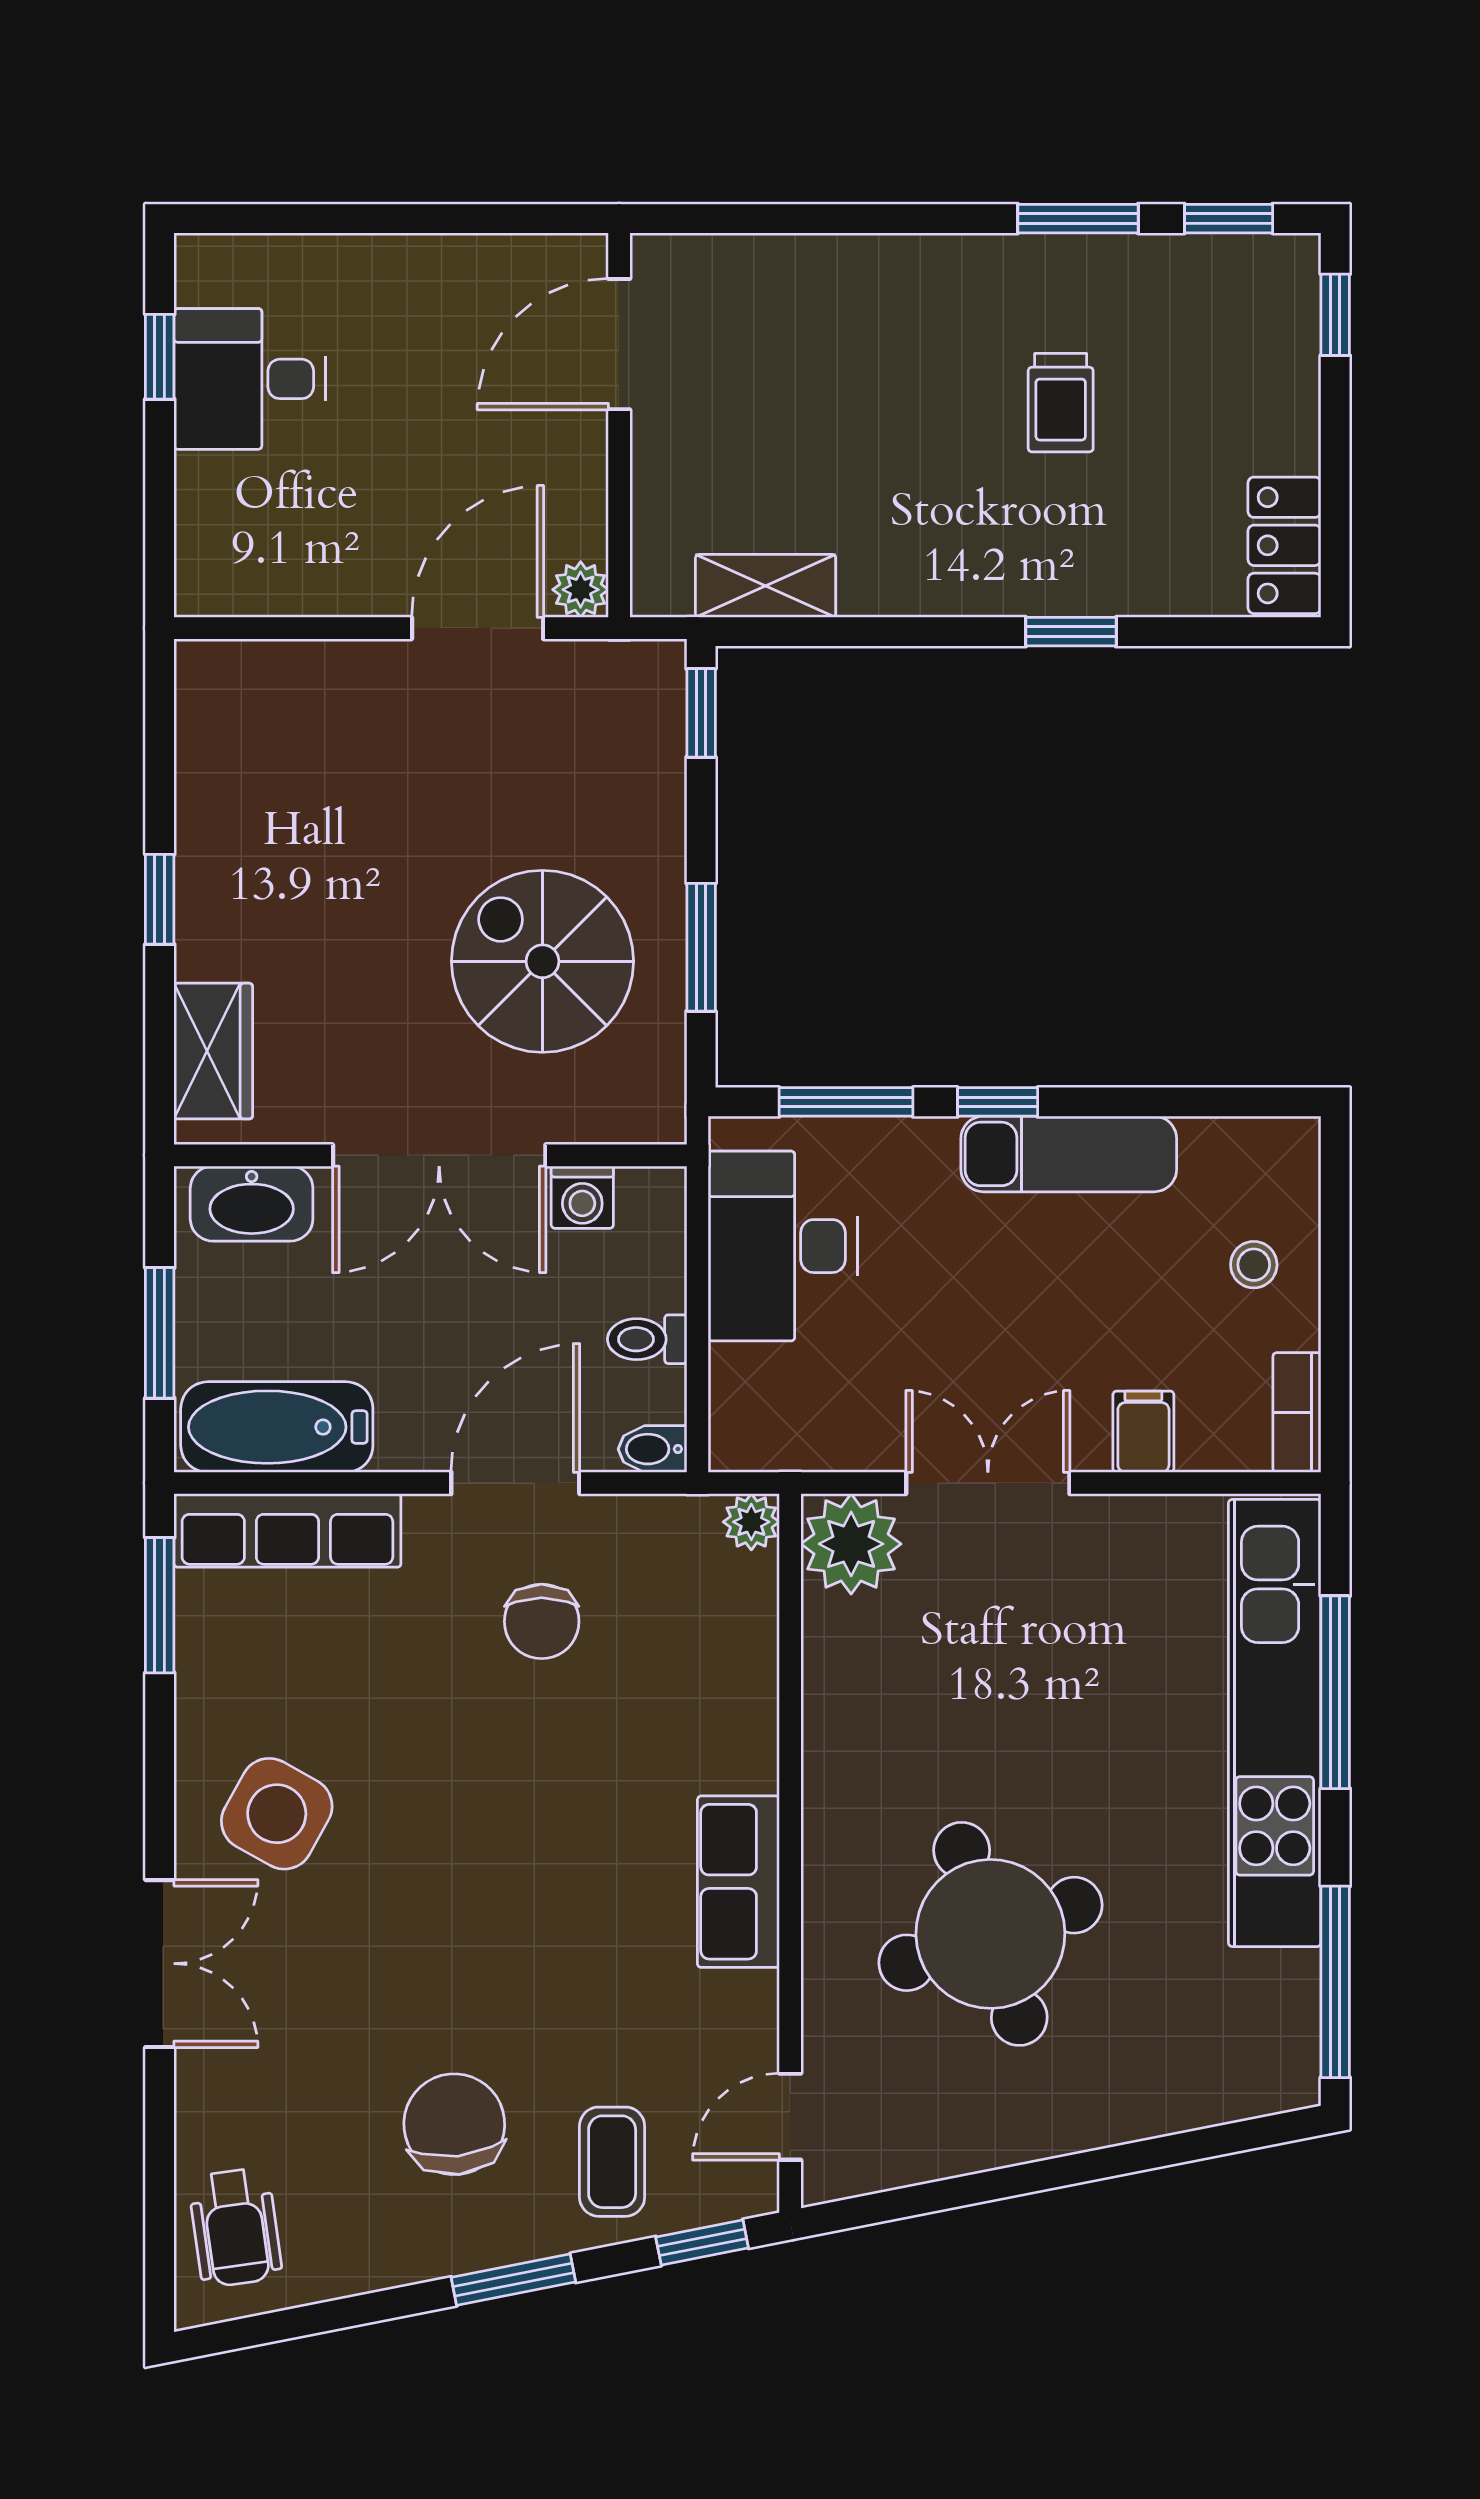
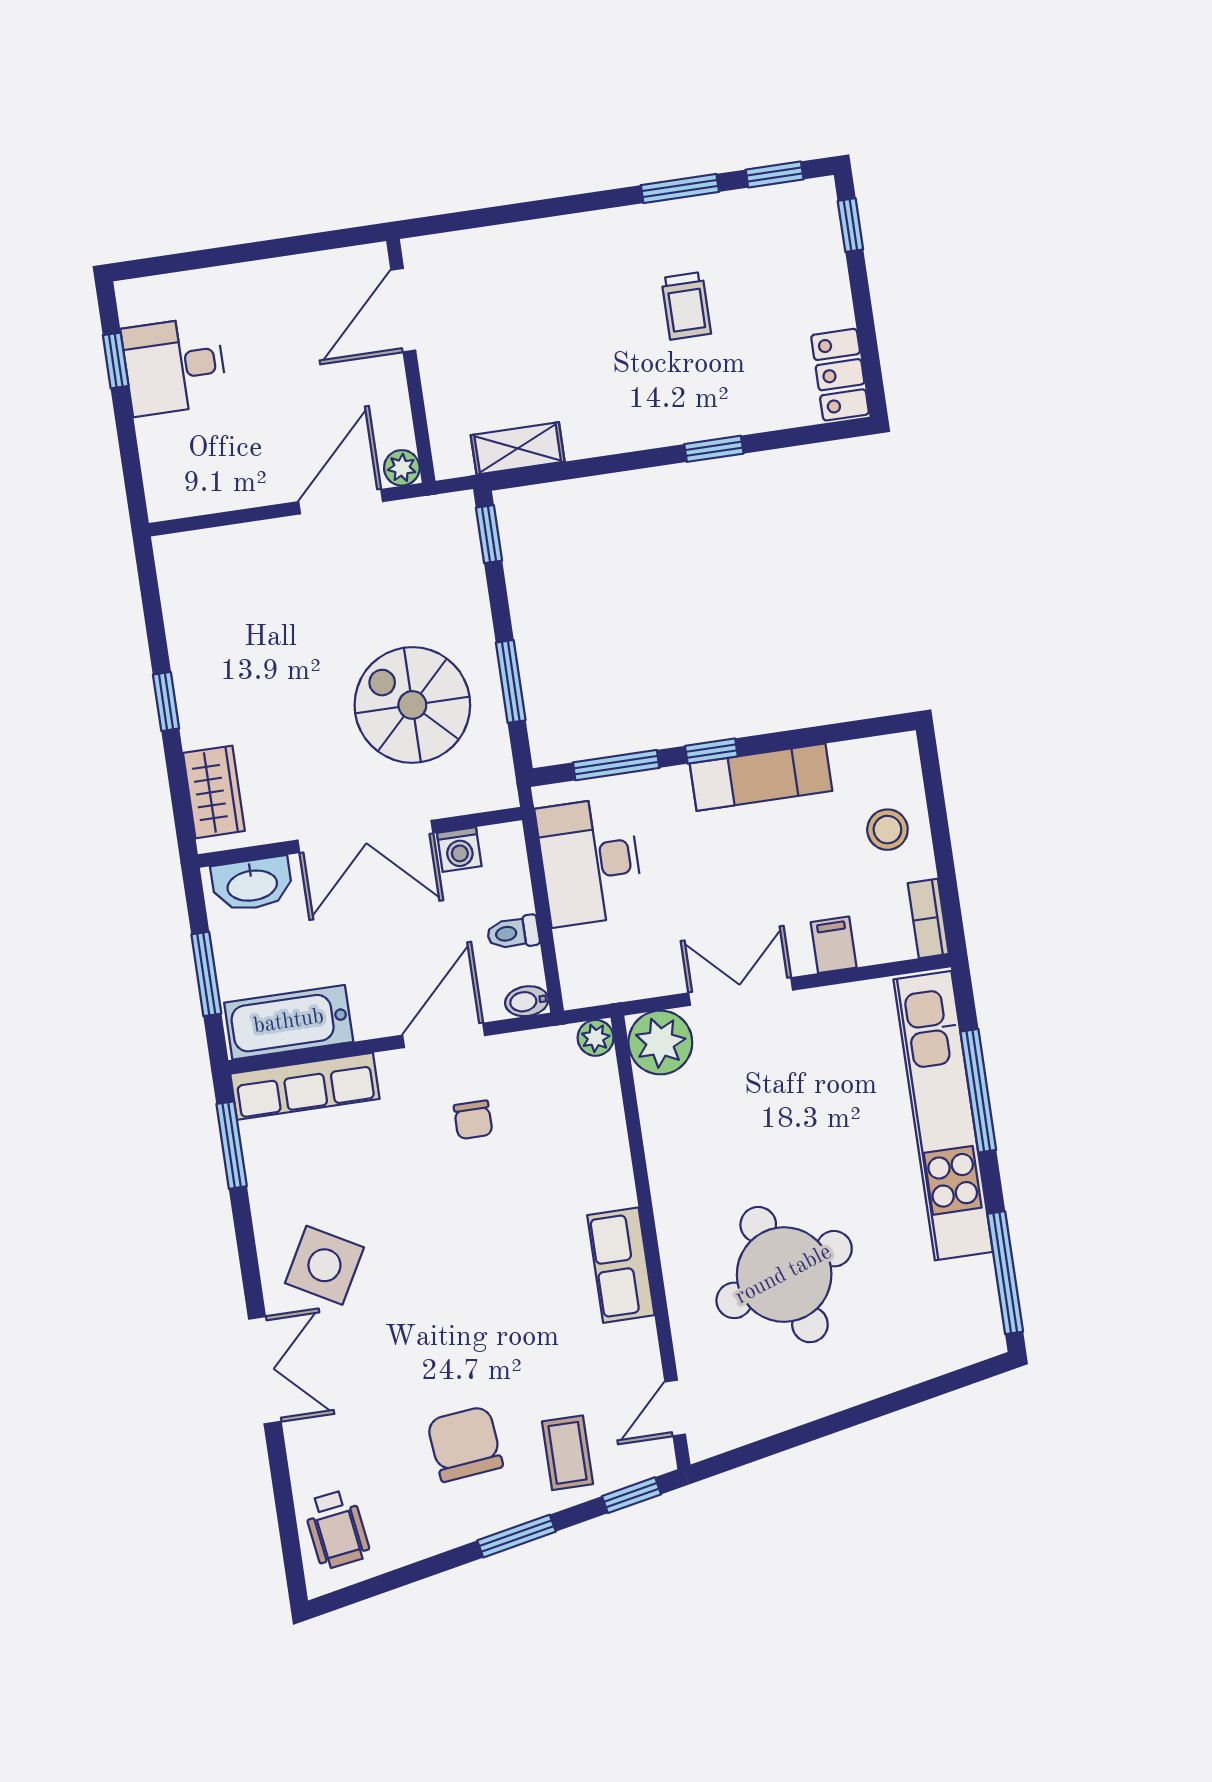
stool: (1254, 1265) -> (887, 830), width x1.37, depth x1.37
chair: (542, 1621) -> (473, 1120), width x0.73, depth x0.73

